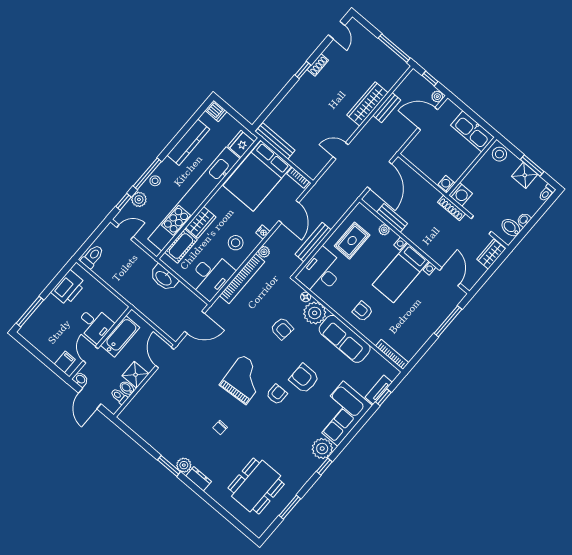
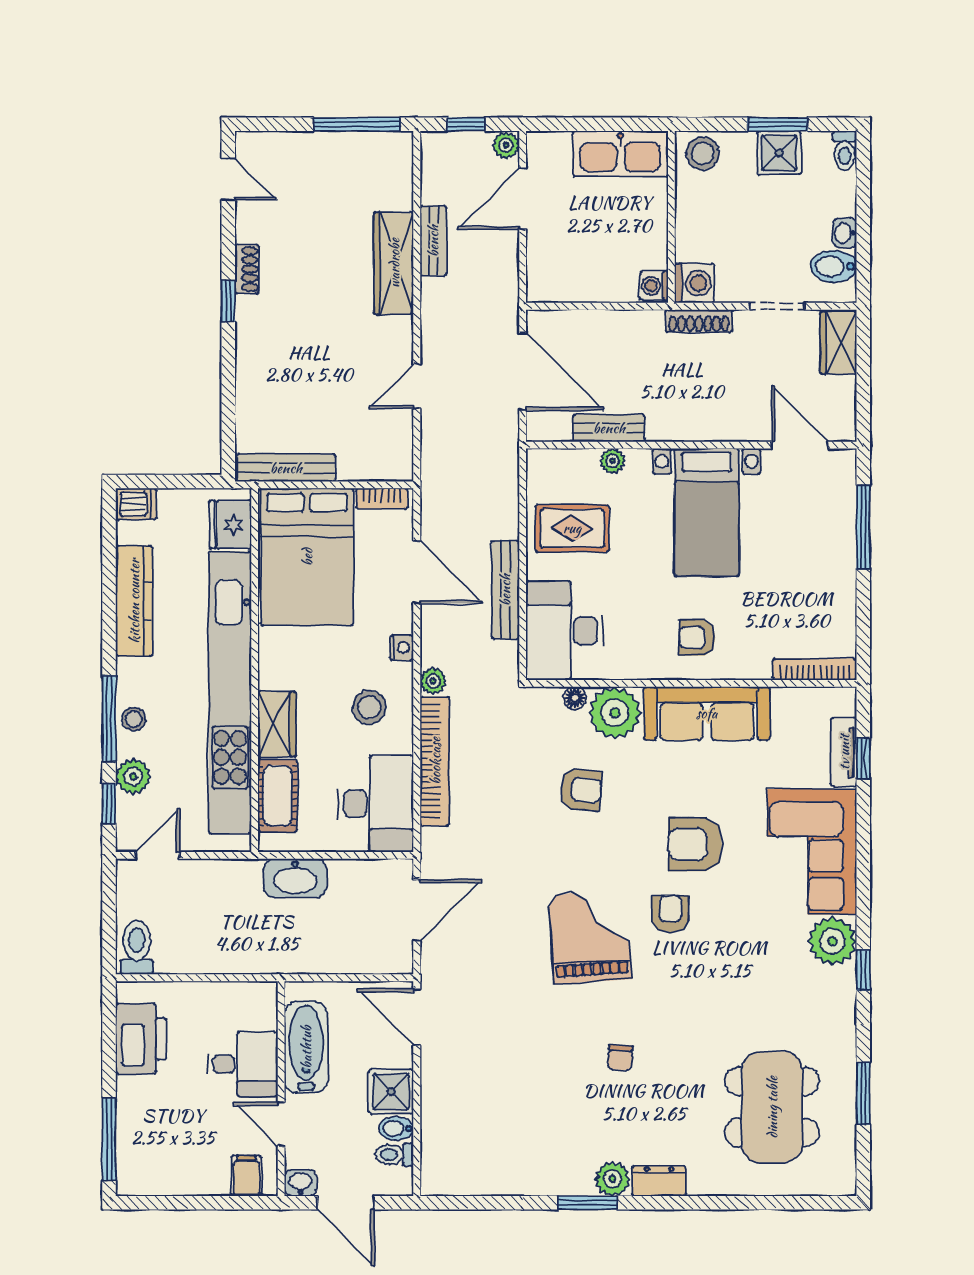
rug: (352, 241) -> (572, 528), turned 90

